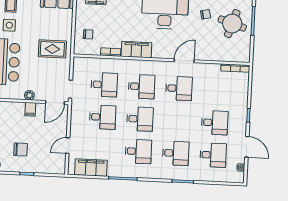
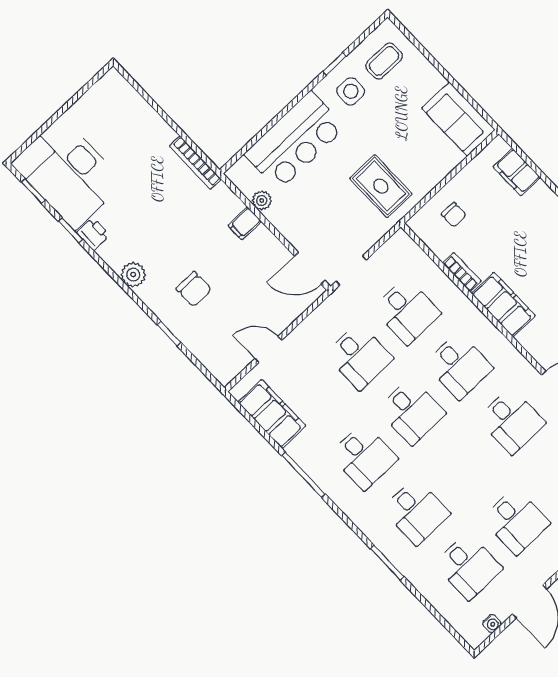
plant: (29, 95) -> (262, 200), moved
filing cabinet: (30, 109) -> (245, 223), moved

